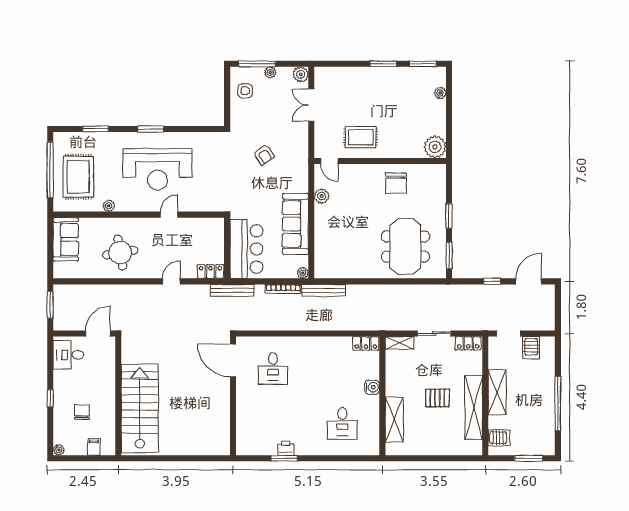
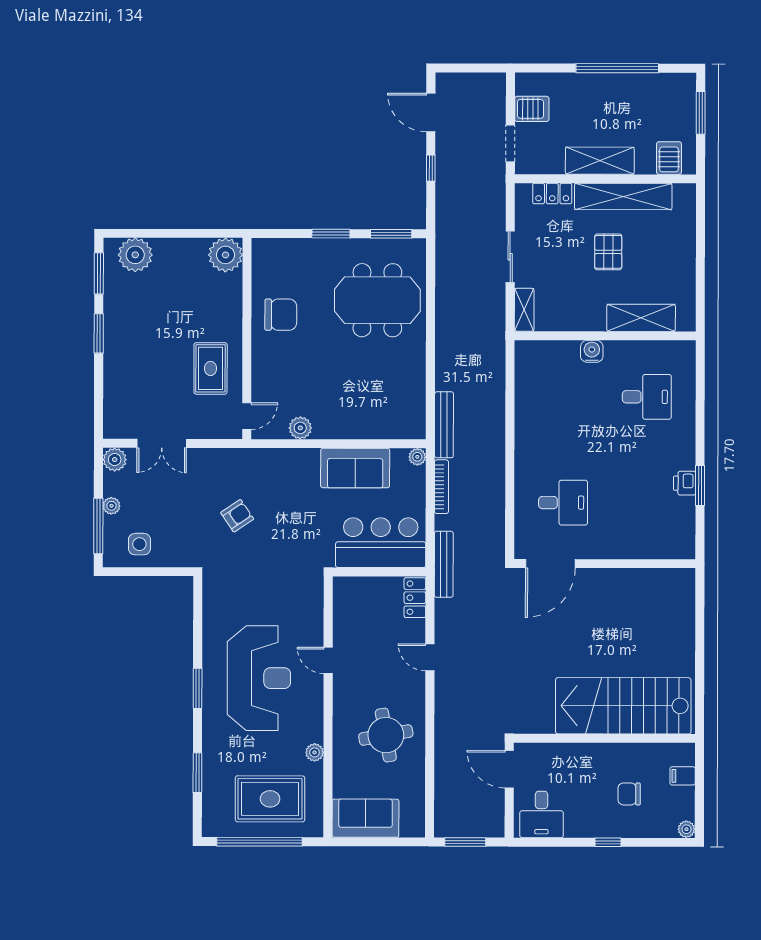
plant: (440, 93) -> (135, 255), width x1.87, depth x1.87
sofa: (295, 224) -> (355, 468), width x0.73
locker: (366, 343) -> (525, 361), removed
locker: (468, 343) -> (552, 193), moved, turned 90

